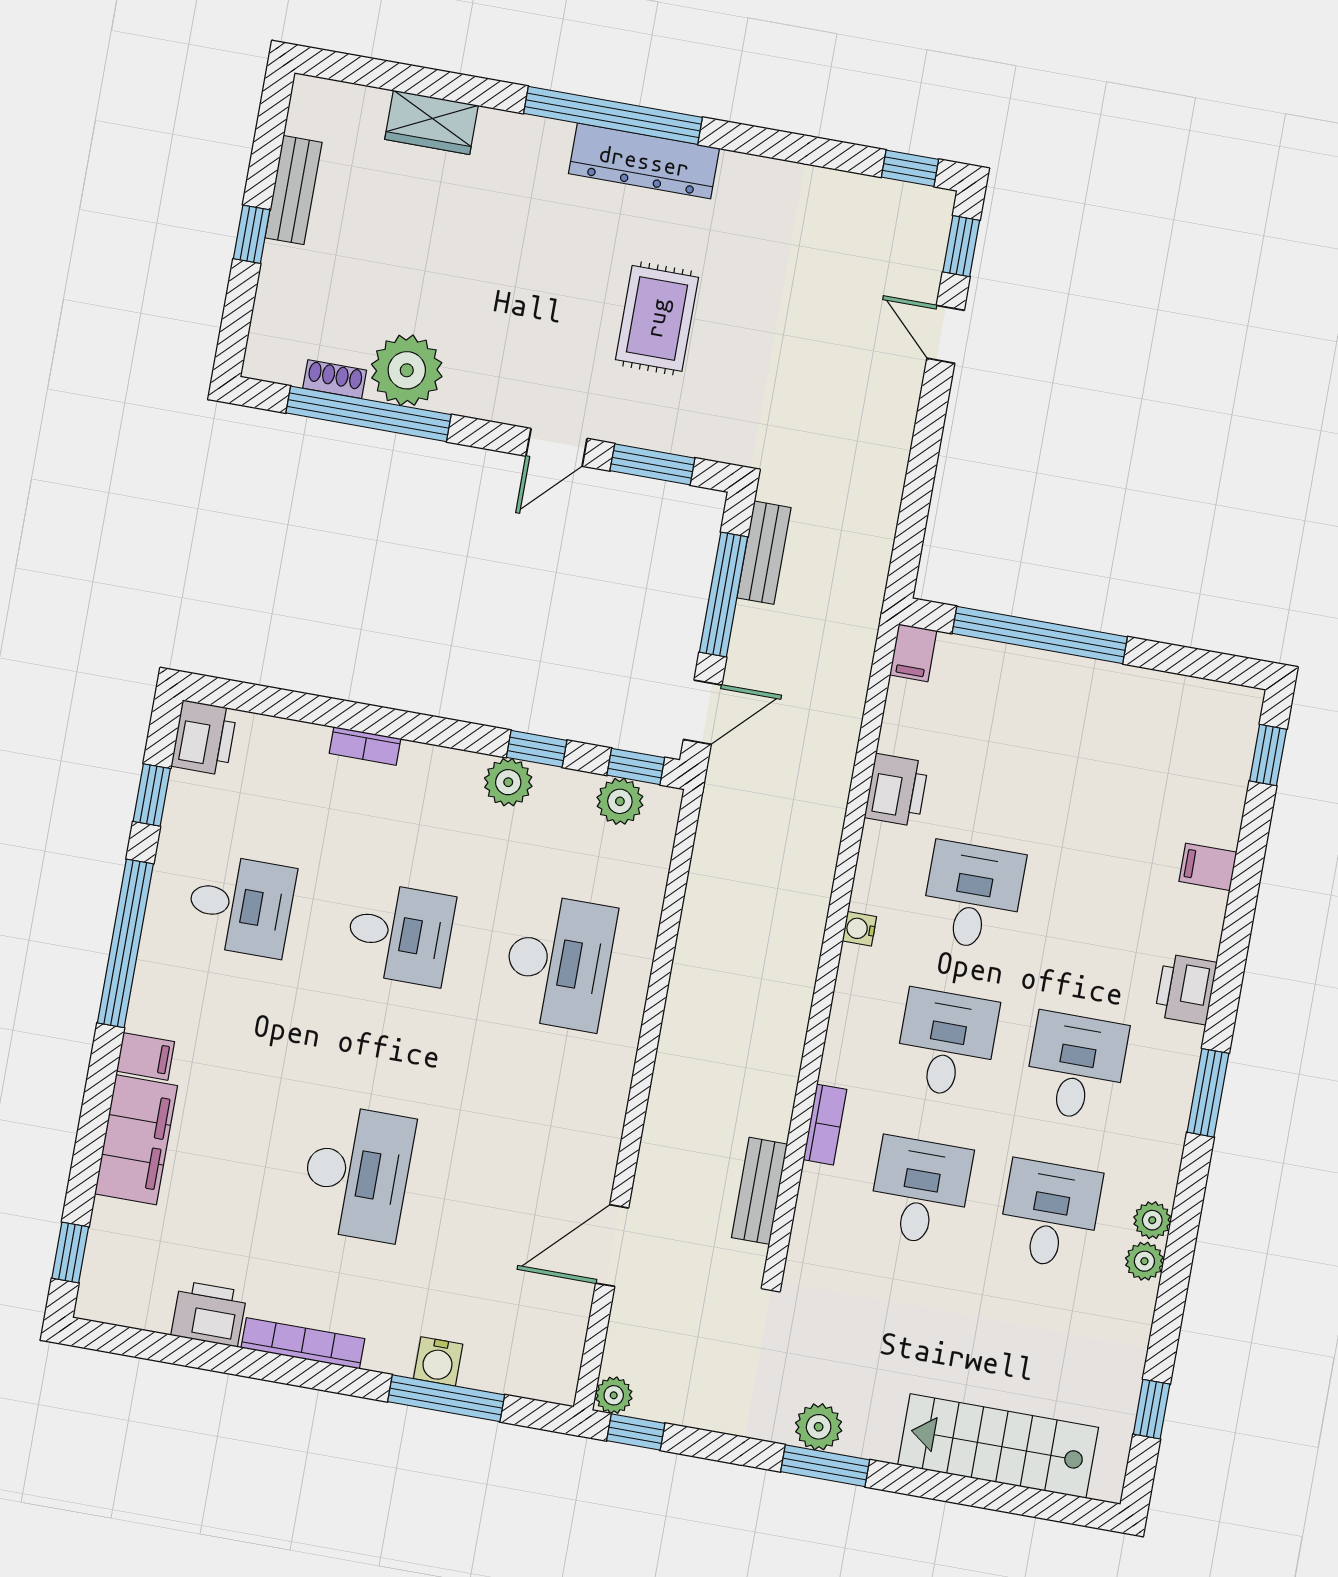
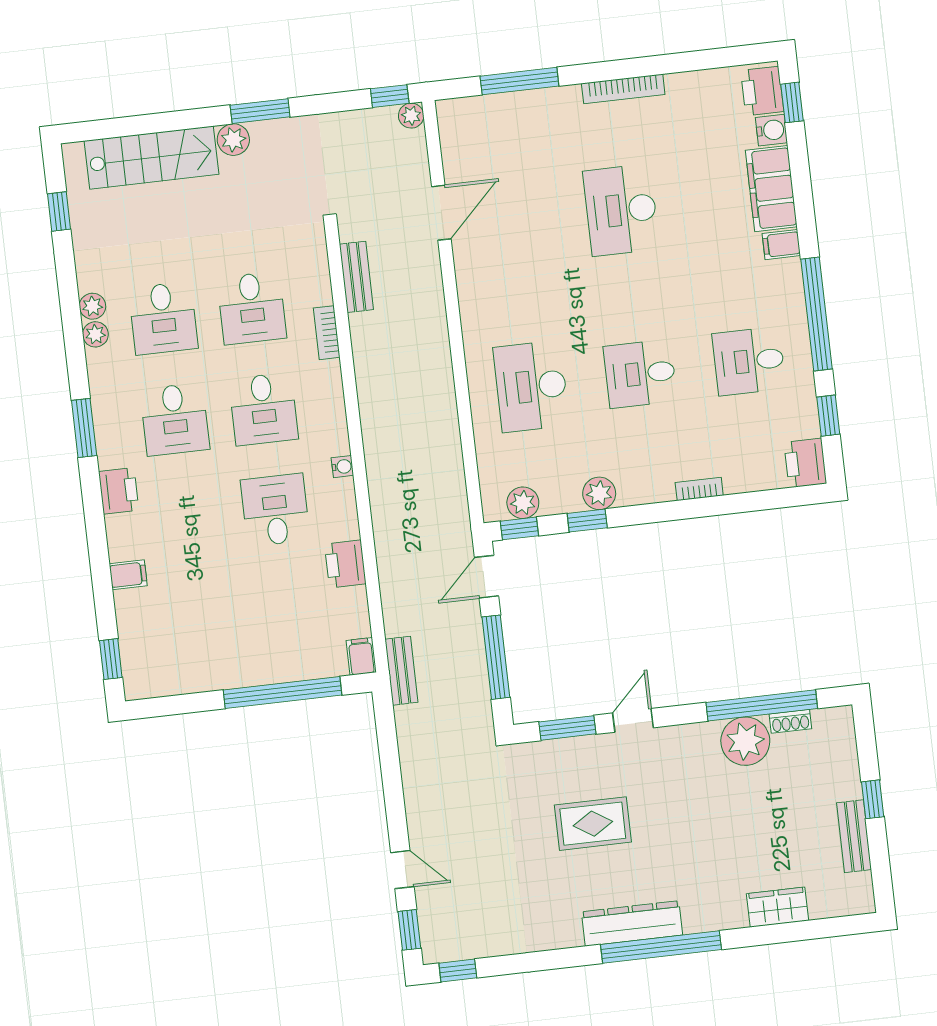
rug: (657, 318) -> (593, 824), turned 90
bench: (764, 553) -> (401, 671), moved
desk: (973, 896) -> (275, 510), turned 180
printer: (209, 1314) -> (762, 91), moved, turned 90
water cooler: (438, 1361) -> (771, 130), moved, turned 90
plant: (819, 1427) -> (233, 140), moved

